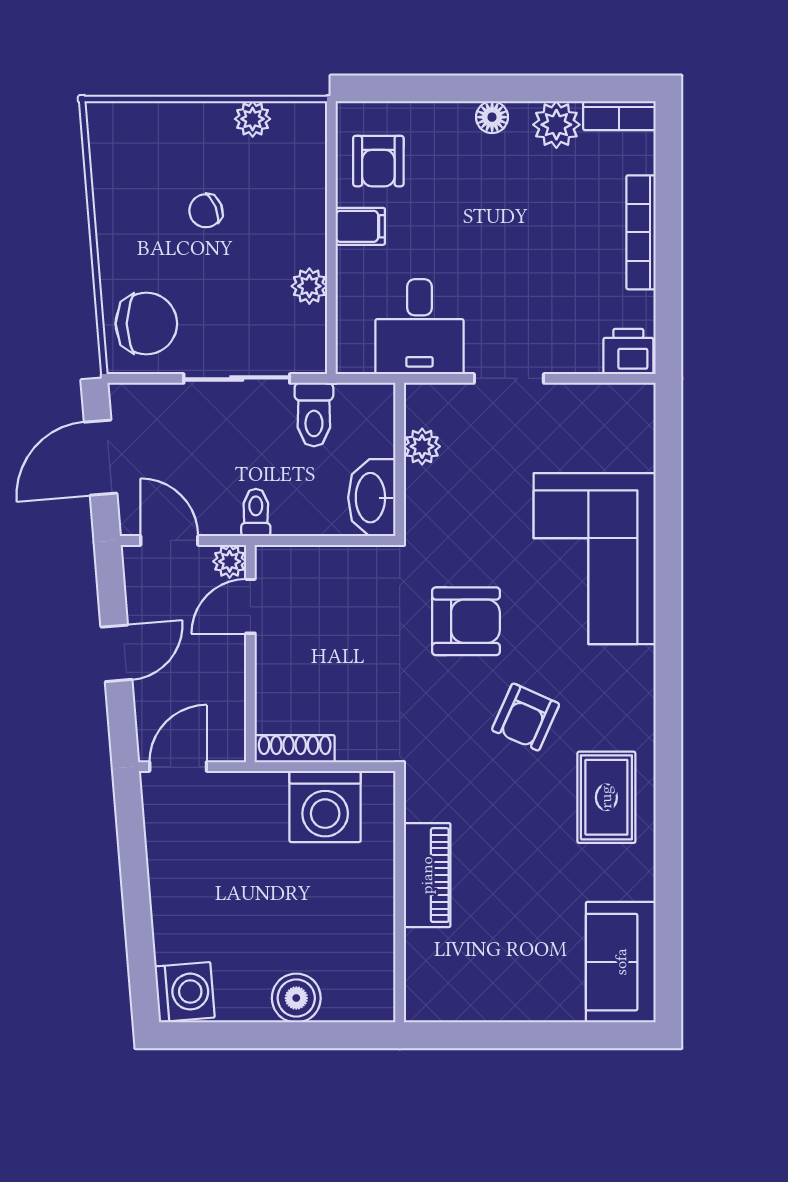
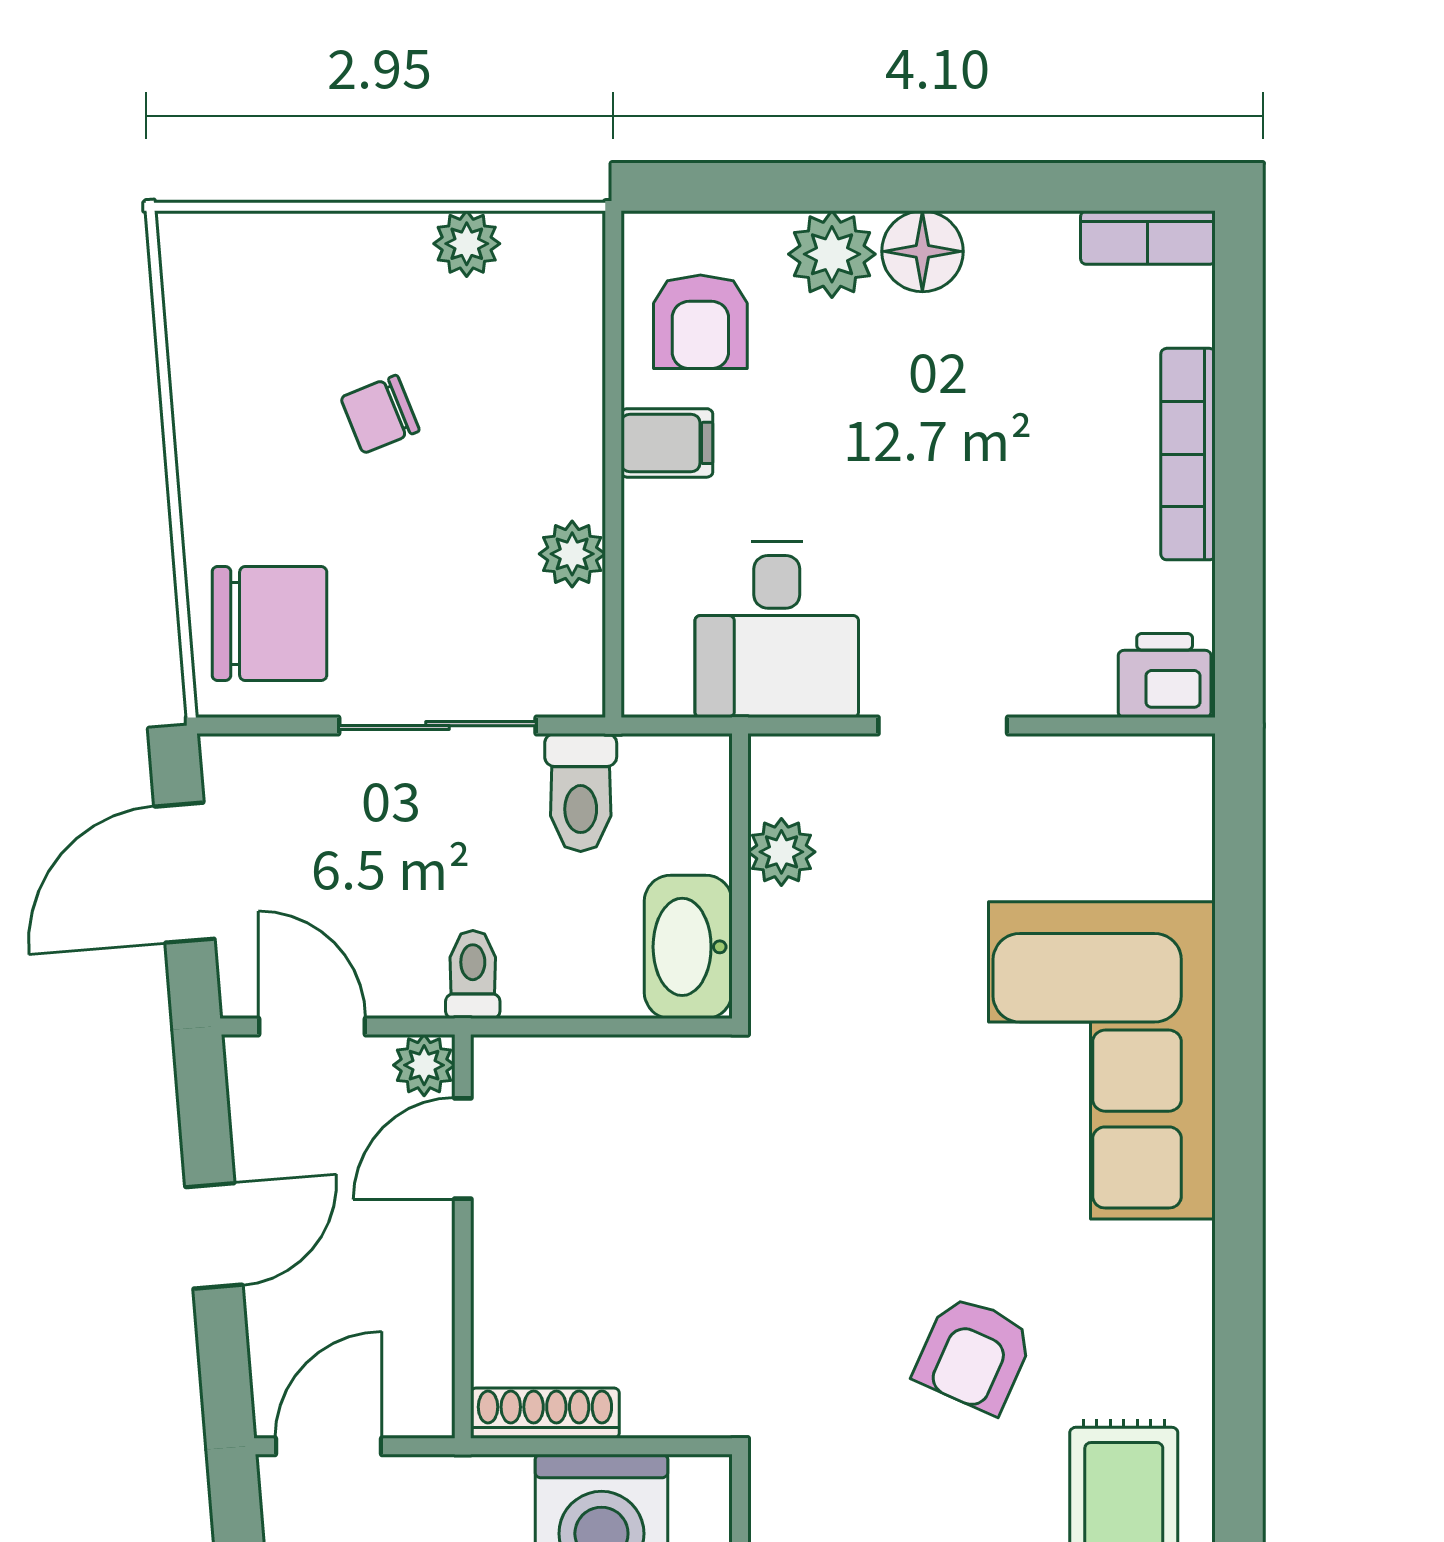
floor lamp: (492, 117) -> (922, 251), width x1.37, depth x1.37
plant: (556, 125) -> (832, 254), moved
armchair: (466, 621) -> (863, 1176), removed

